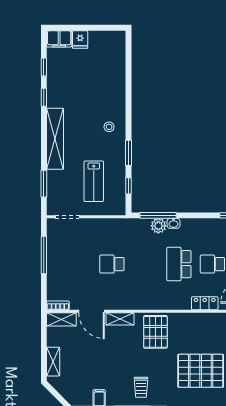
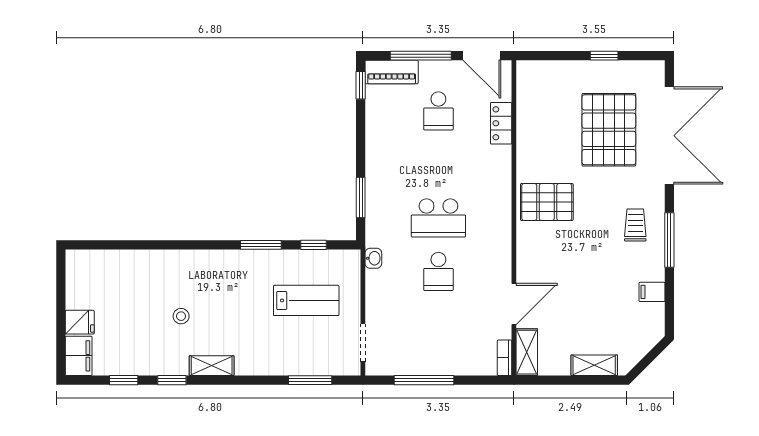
stool: (109, 127) -> (181, 316), moved
shelving: (55, 139) -> (212, 366), width x0.45, depth x0.75
window: (158, 215) -> (361, 197), width x0.69
washbasin: (173, 223) -> (373, 258), moved
plant: (158, 226) -> (377, 197), removed
school desk: (179, 264) -> (438, 218), moved
shelving: (120, 319) -> (526, 259), removed
trolley: (141, 387) -> (635, 225), turned -90

